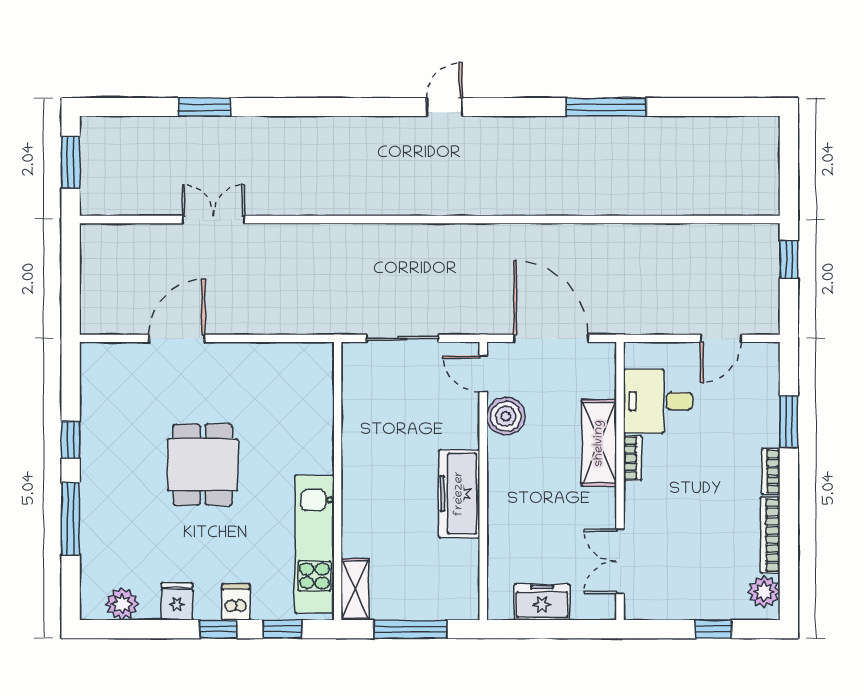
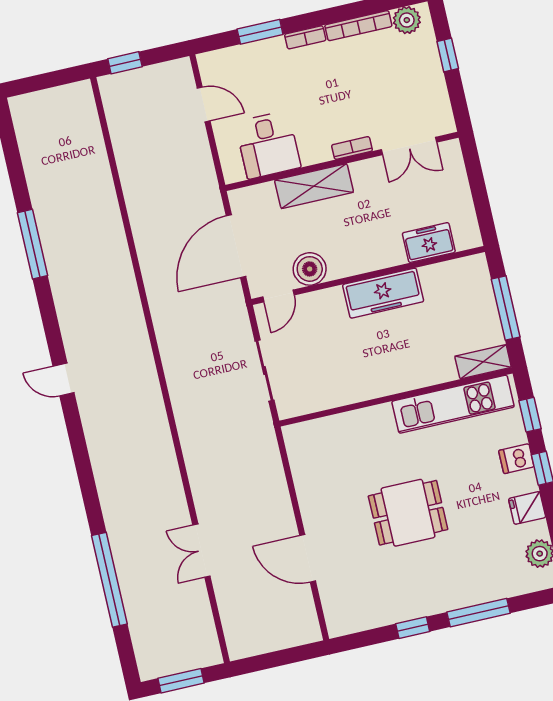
window: (204, 107) -> (109, 580), width x2.11
bookcase: (633, 458) -> (352, 148), moved
freezer: (542, 602) -> (429, 243), moved, turned 90

